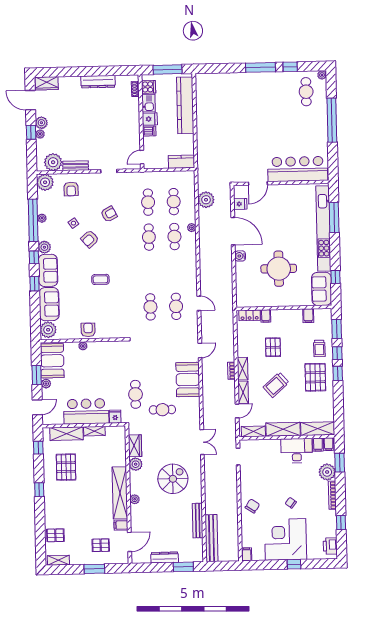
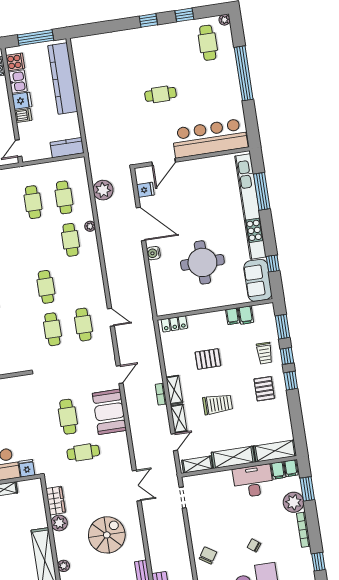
window: (260, 67) -> (148, 20), width x0.46
cafe table: (262, 128) -> (160, 94), added
cafe table: (149, 237) -> (46, 287), moved
filing cabinet: (266, 316) -> (233, 316), moved
pallet: (273, 347) -> (208, 359), turned 90
pallet: (315, 377) -> (264, 389), width x0.67, depth x0.71
trolley: (276, 385) -> (218, 404), turned -139
cafe table: (136, 394) -> (68, 417), moved

